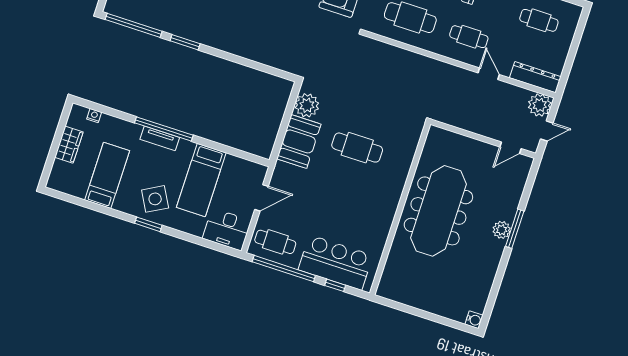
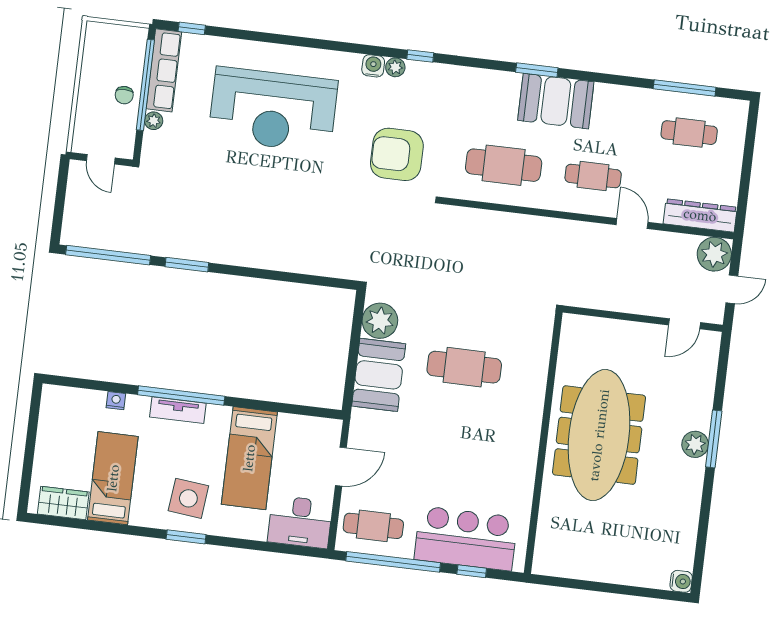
nightstand: (94, 116) -> (116, 401), moved
wardrobe: (69, 145) -> (63, 503), moved, turned -90
side table: (155, 199) -> (188, 498), turned 35

